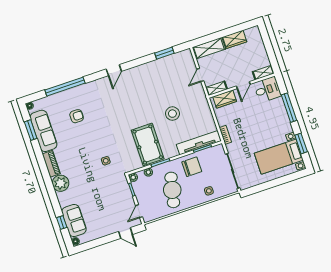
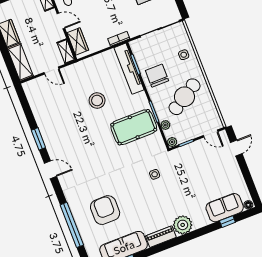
window: (164, 53) -> (38, 139), moved
armchair: (77, 116) -> (105, 210), width x1.88, depth x1.88
cafe table: (172, 190) -> (184, 97), turned -45

